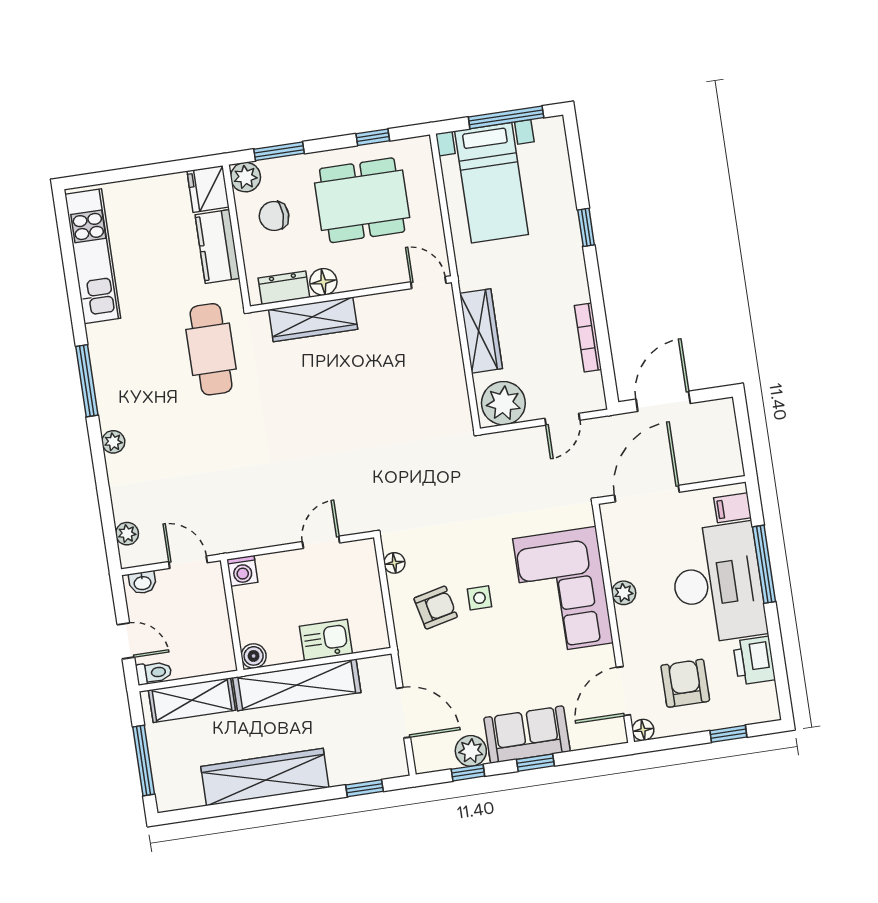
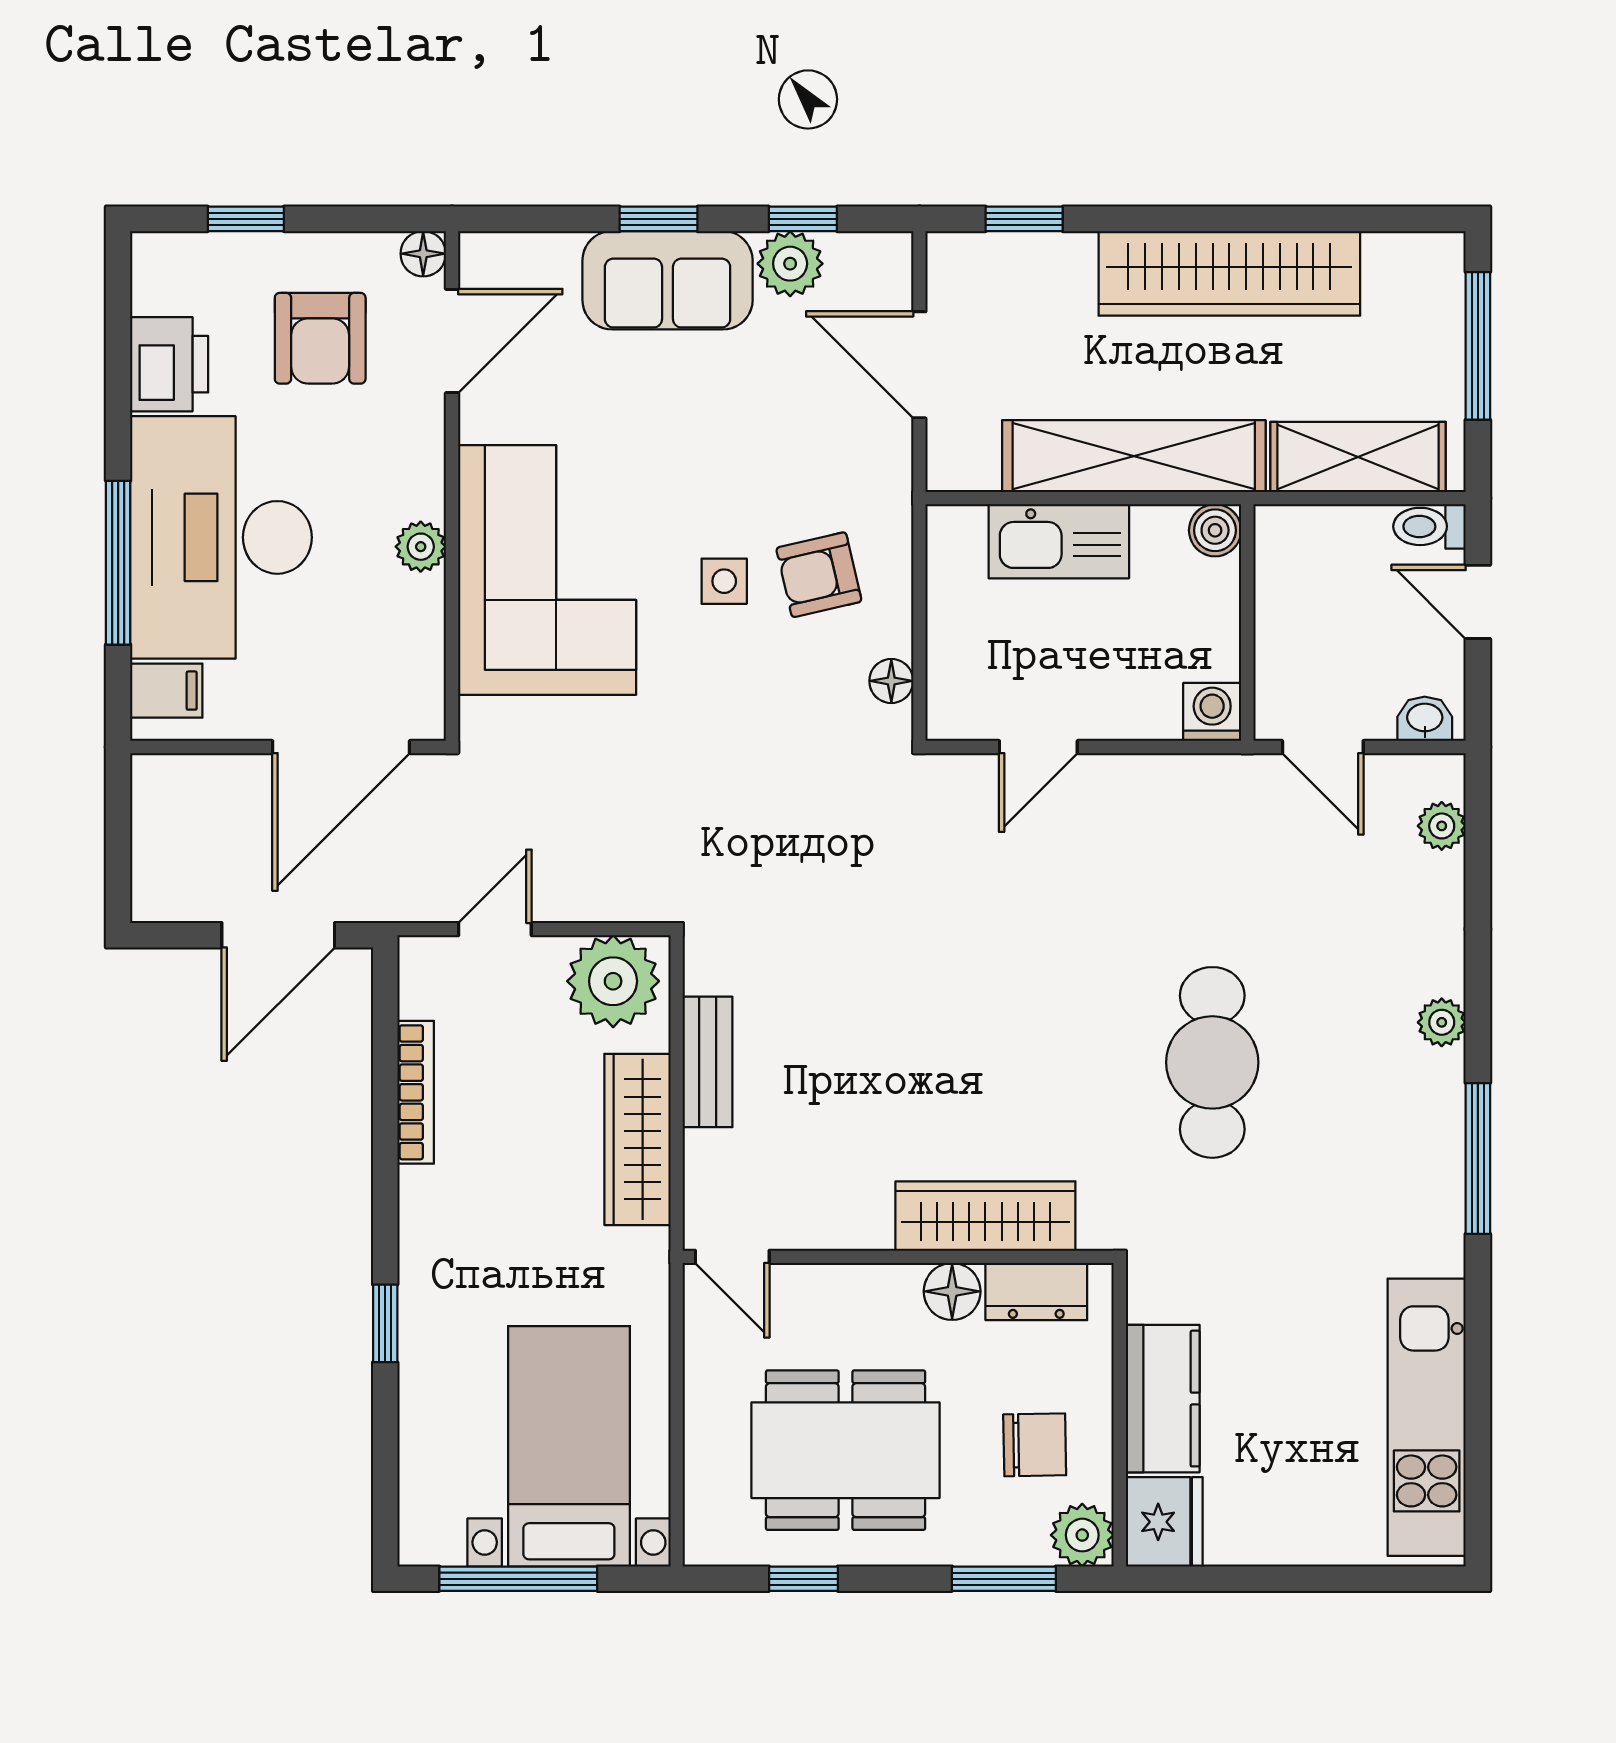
cafe table: (211, 349) -> (1212, 1062), moved
bench: (454, 372) -> (708, 1062), added
kitchen sink: (326, 640) -> (1059, 541), width x1.38

